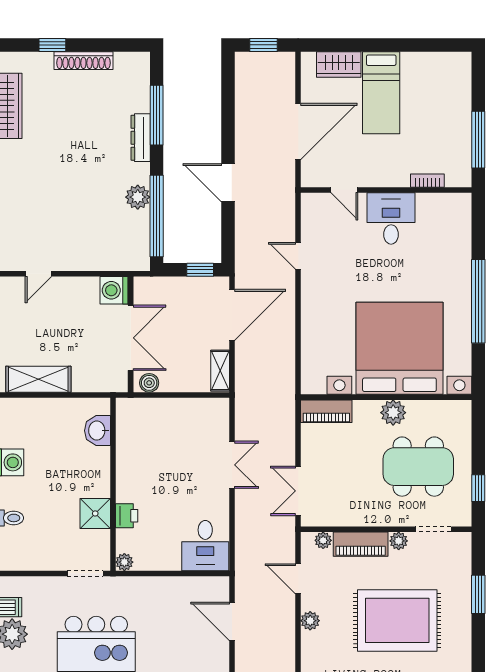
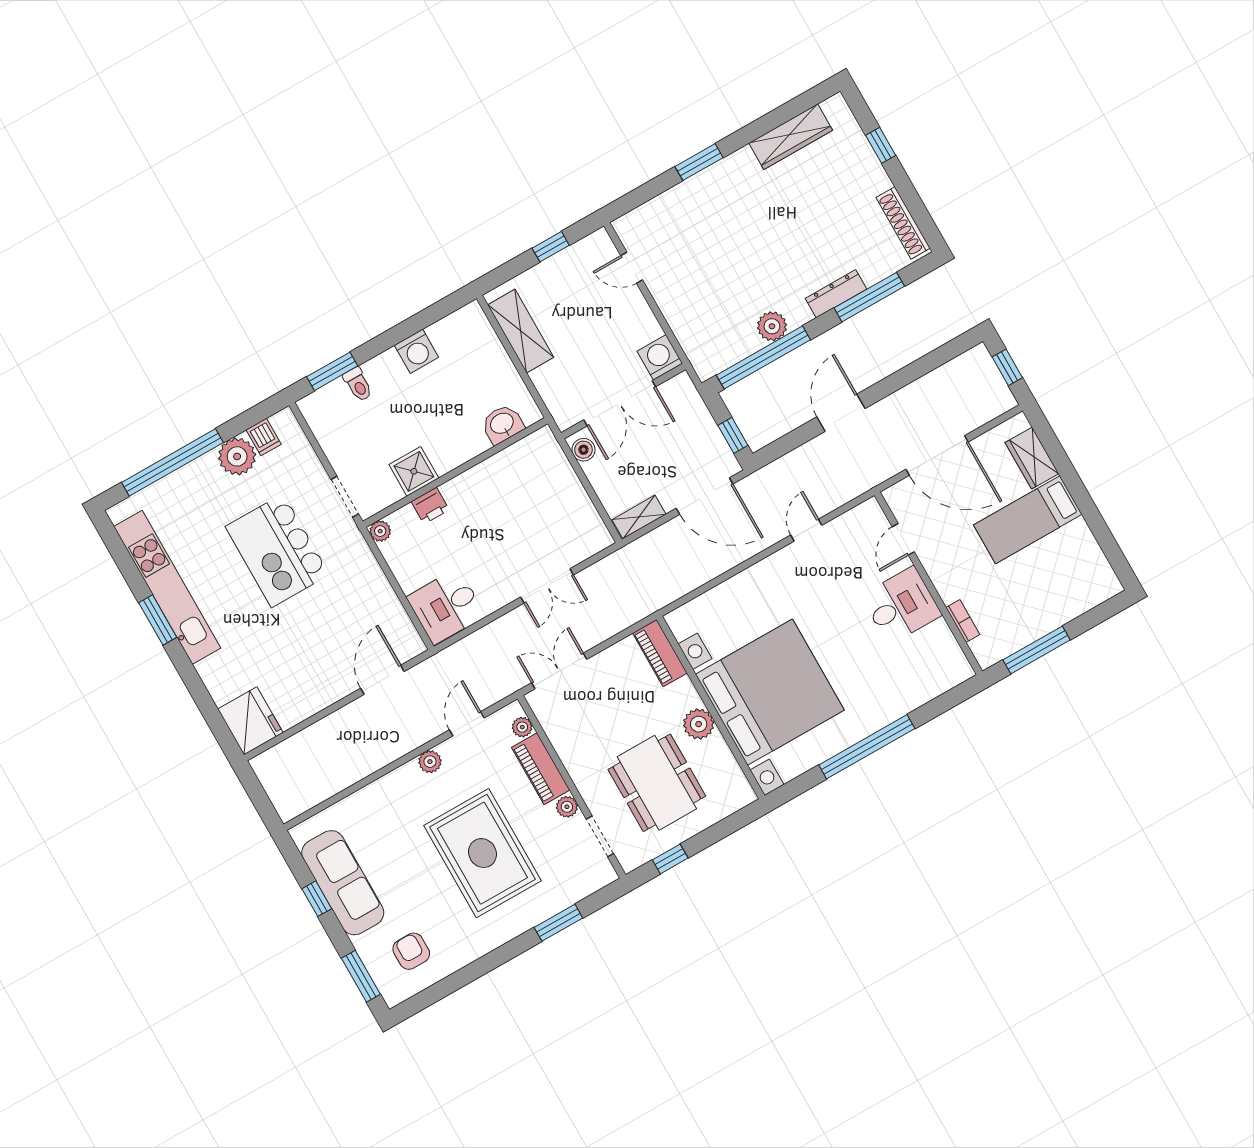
shoe rack: (83, 61) -> (903, 223), moved

